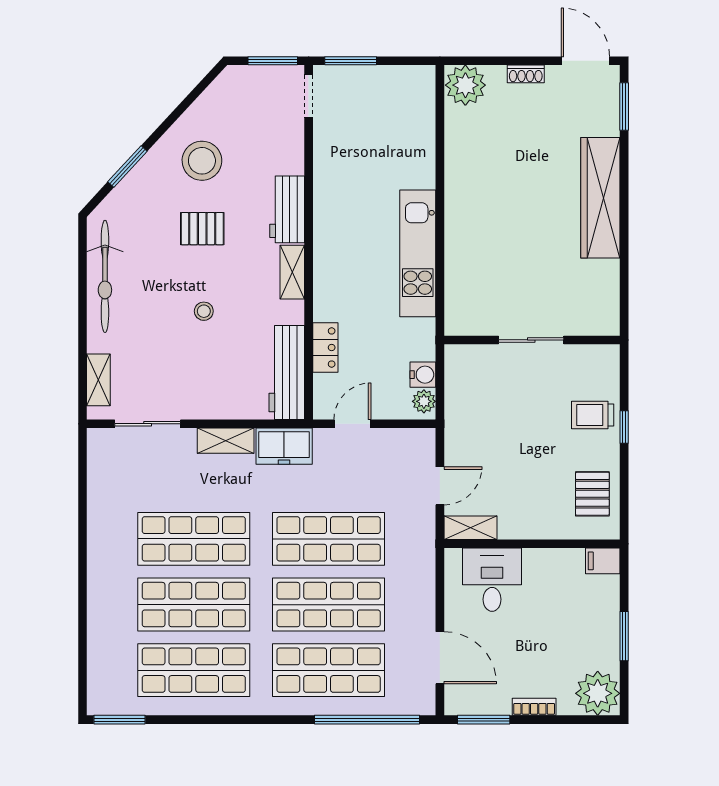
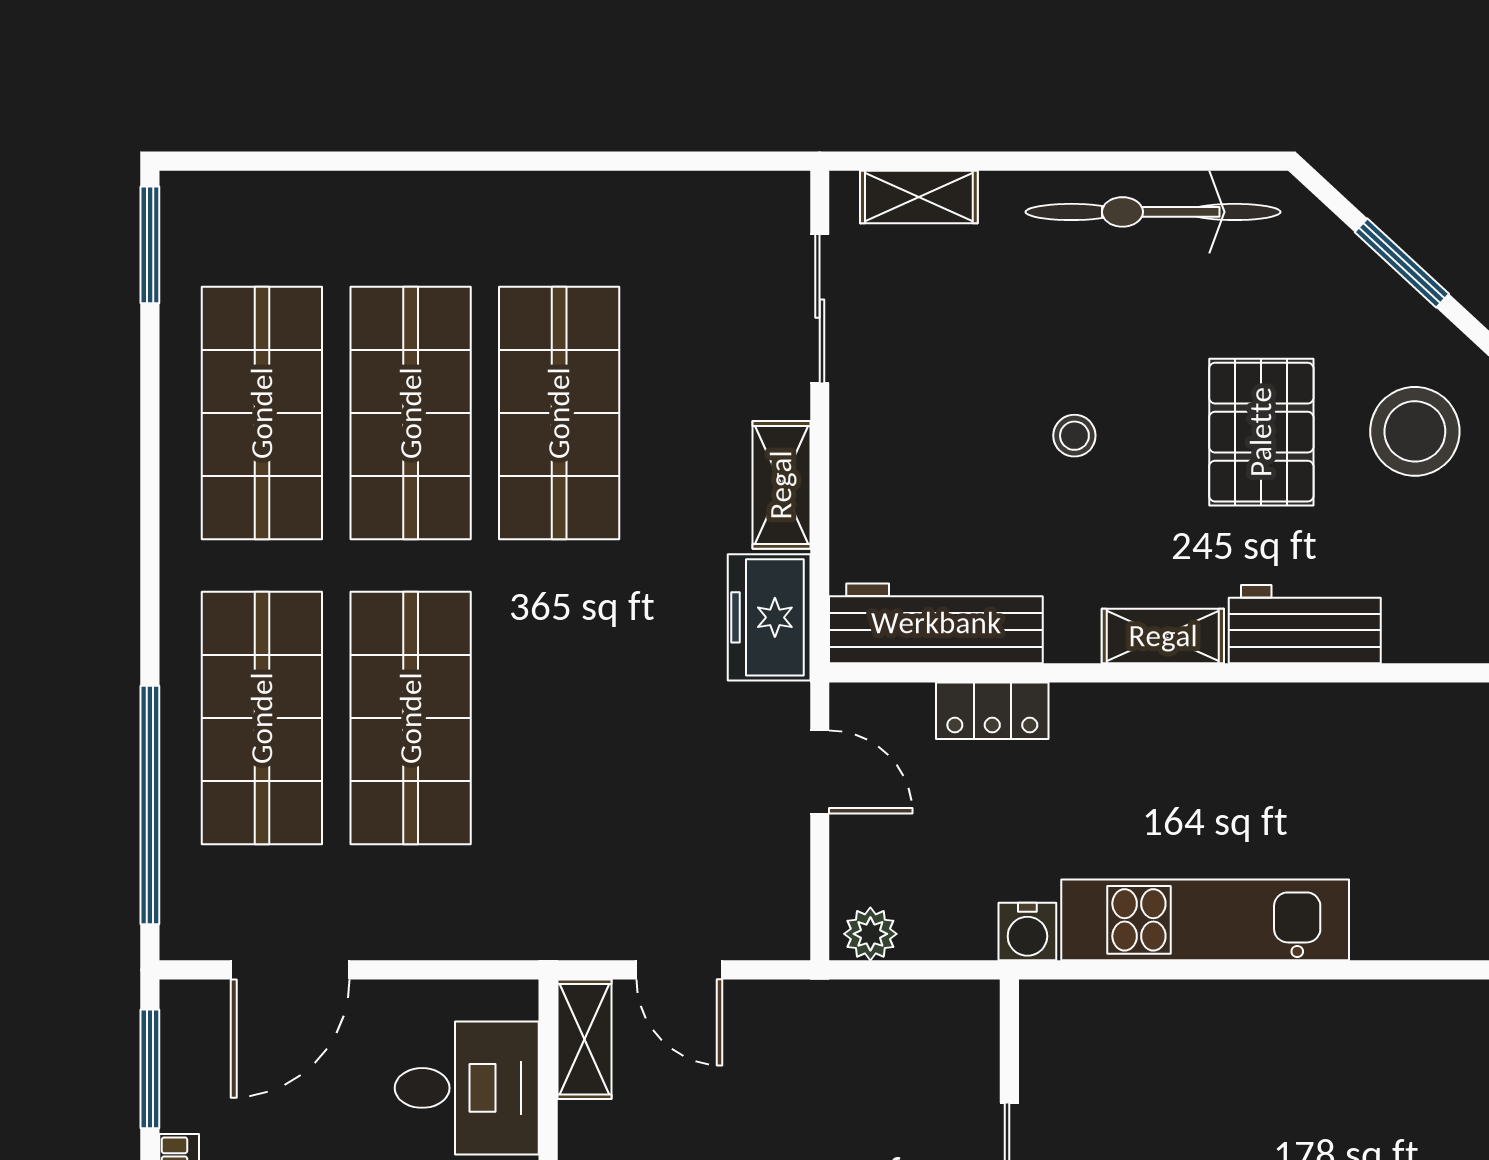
pallet: (202, 229) -> (1261, 432), width x1.50, depth x1.42
water cooler: (423, 375) -> (1027, 932), moved
shop shelf: (329, 539) -> (559, 718), removed

